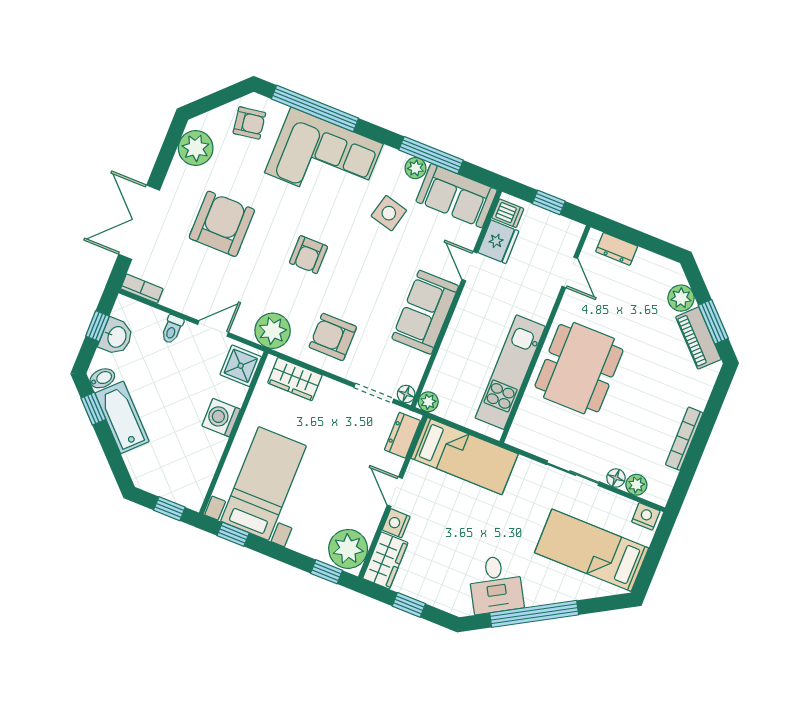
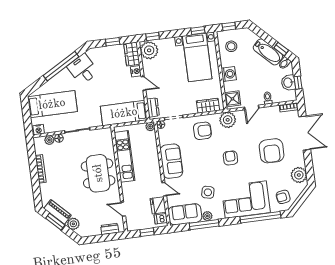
stool: (186, 468) -> (231, 46), added

